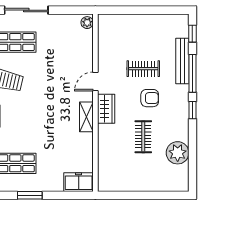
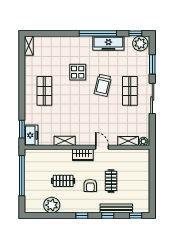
shelving: (87, 44) -> (128, 141), added
window: (192, 73) -> (108, 216), width x0.46
shelving: (86, 117) -> (65, 141), moved
window: (30, 195) -> (22, 129), moved
window: (136, 195) -> (22, 176), added

